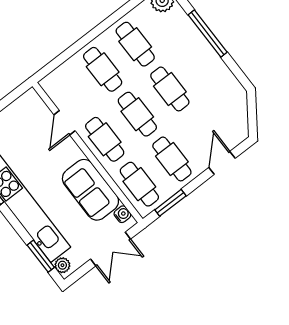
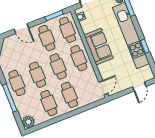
cafe table: (202, 64) -> (17, 83), added
door: (64, 123) -> (103, 88), moved
door: (222, 163) -> (21, 29), hinge flipped
sofa: (90, 190) -> (99, 47), moved

